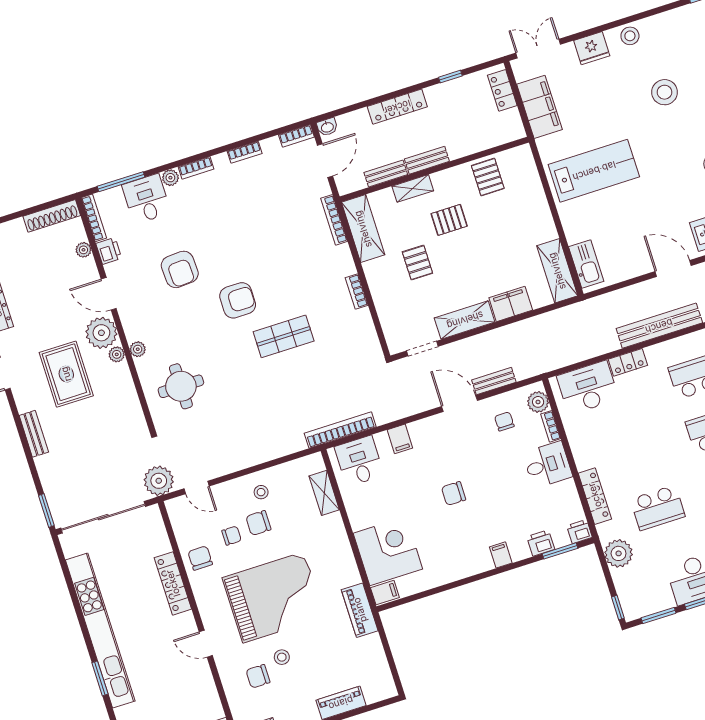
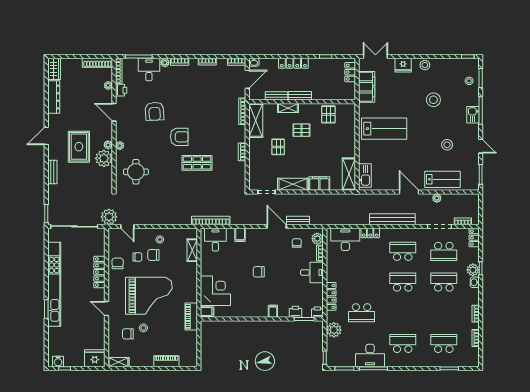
plant: (101, 333) -> (104, 158), moved

